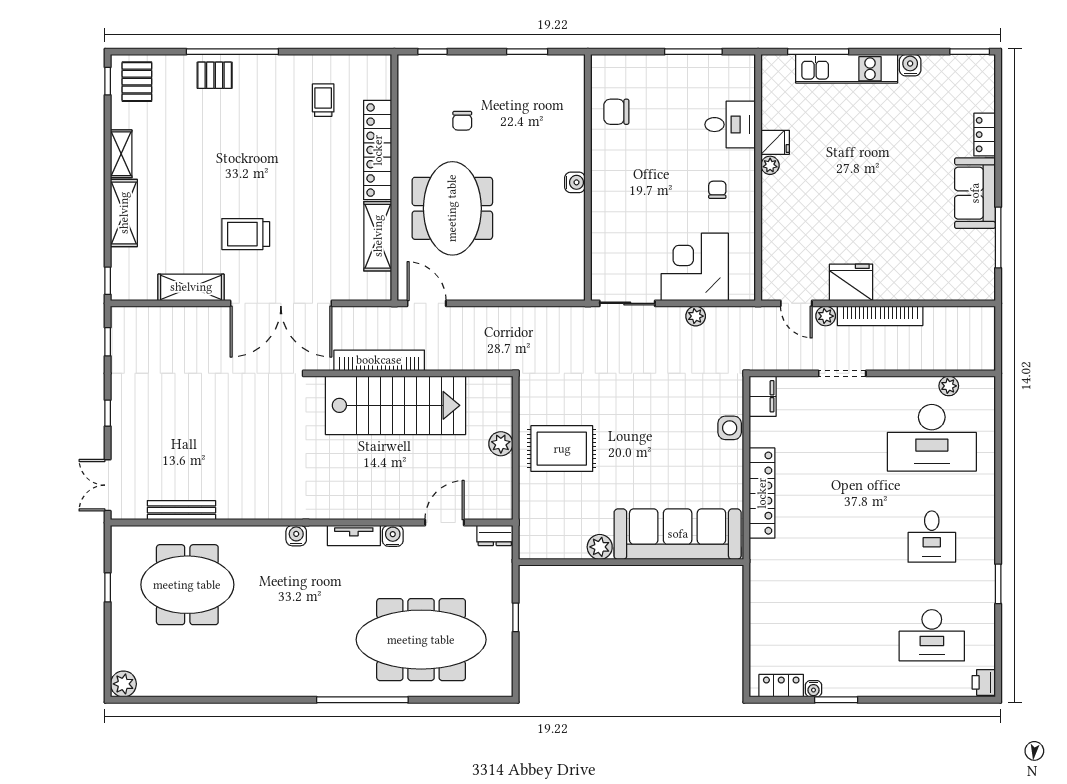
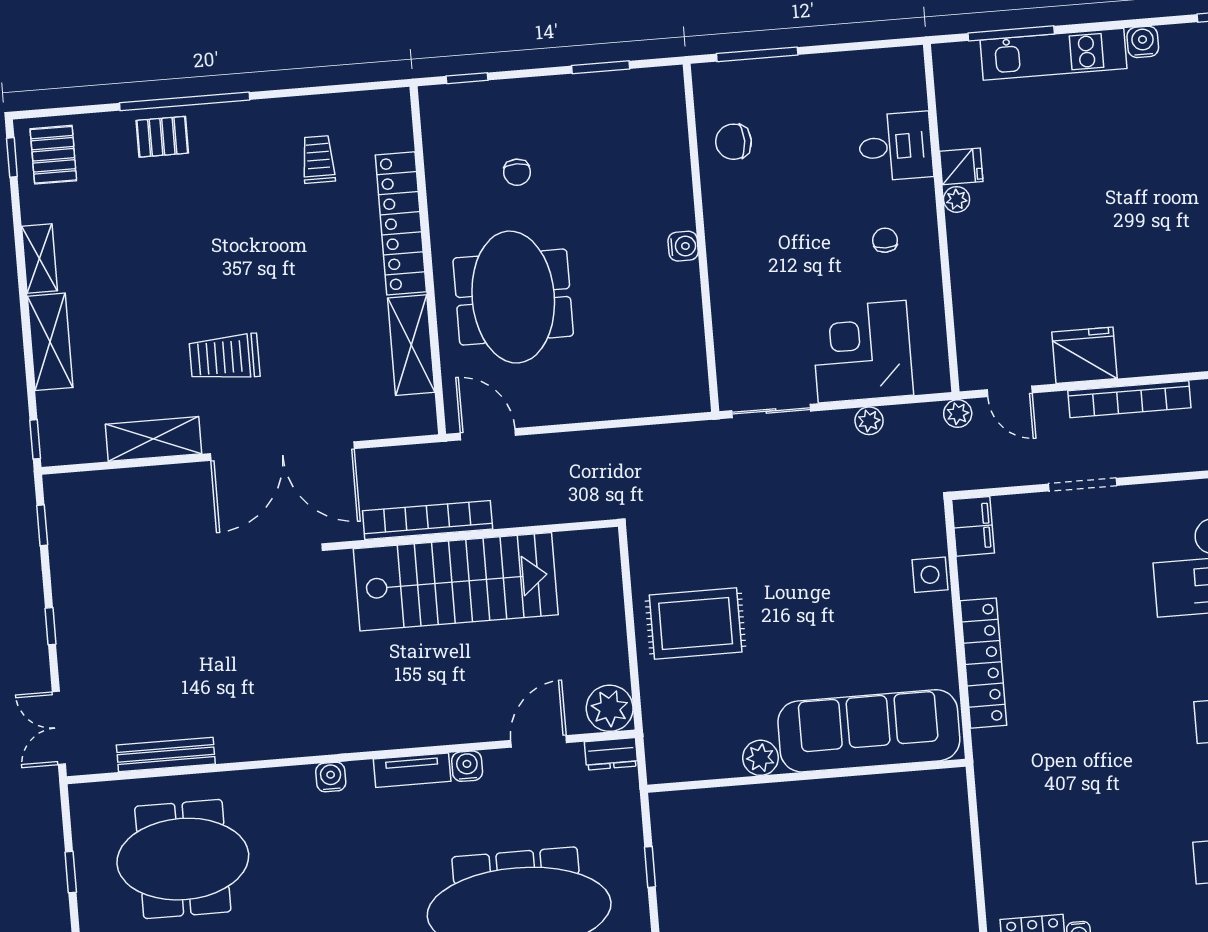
window: (693, 52) -> (757, 54), moved
plant: (826, 316) -> (958, 414), moved
plant: (501, 444) -> (610, 708), moved, width x1.36, depth x1.36

